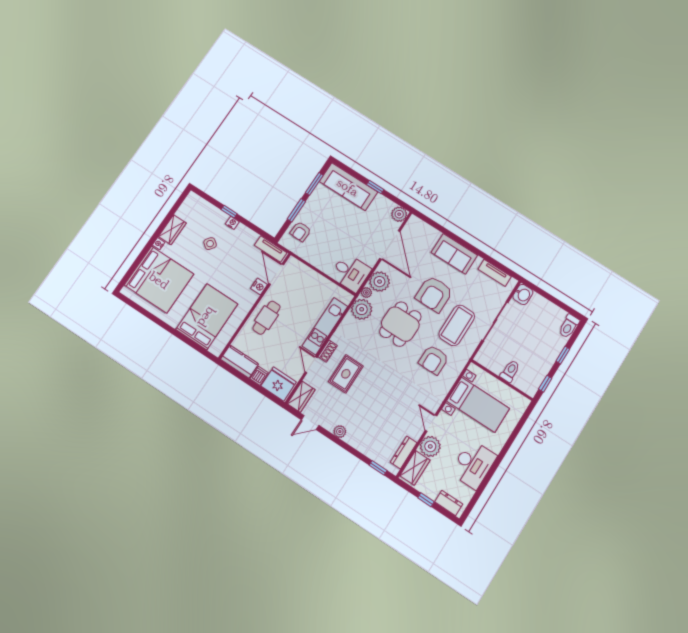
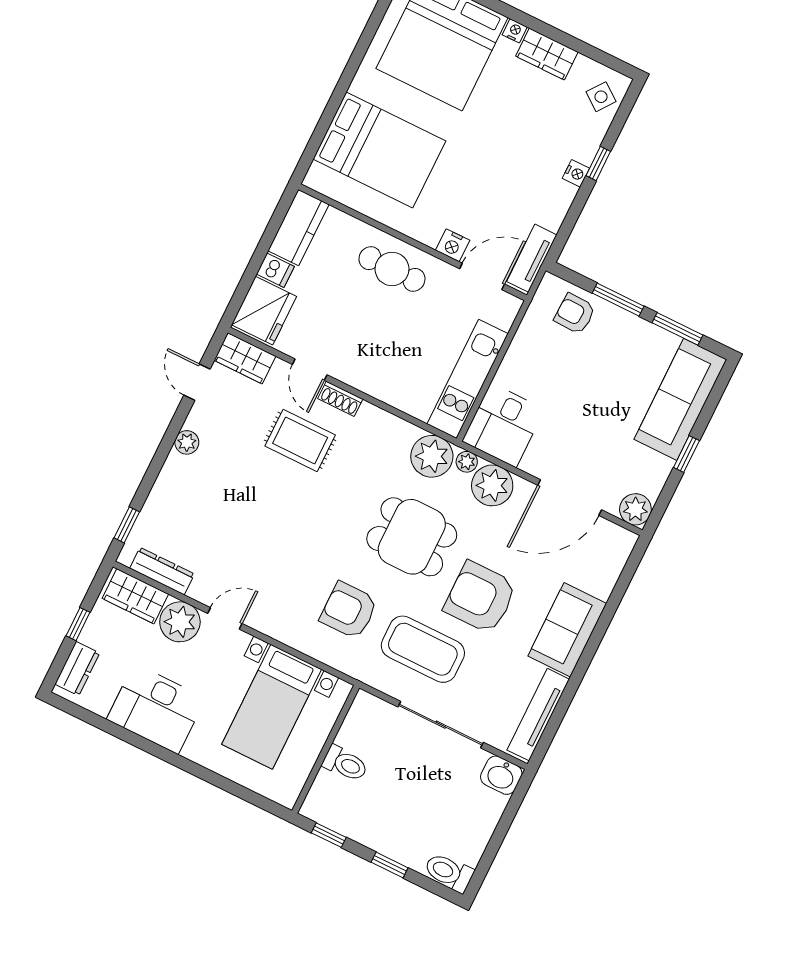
side table: (210, 244) -> (601, 97), moved
tv unit: (495, 273) -> (538, 715), width x1.41
kitchen unit: (325, 326) -> (468, 379), moved, turned -90
door: (311, 365) -> (310, 370), swing flipped

